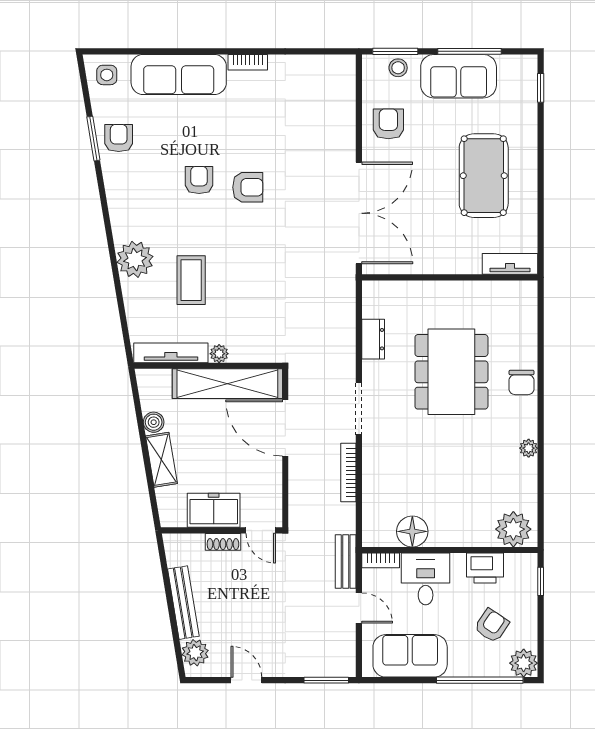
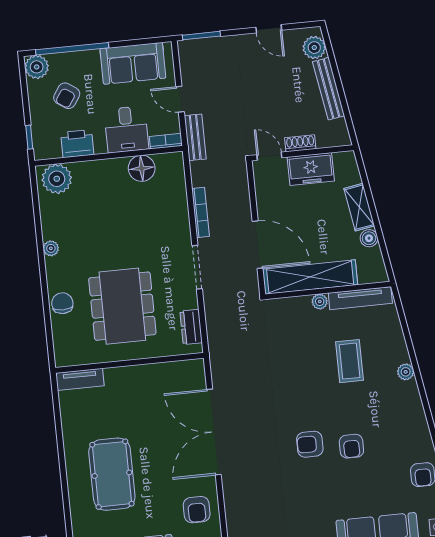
plant: (135, 259) -> (406, 372), width x0.53, depth x0.53
tv unit: (510, 264) -> (80, 379), moved
wall: (450, 277) -> (129, 363), moved

